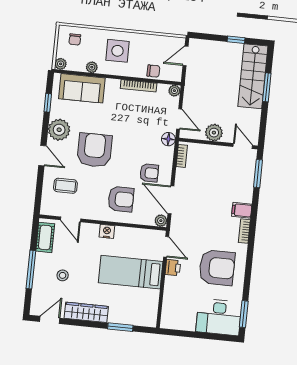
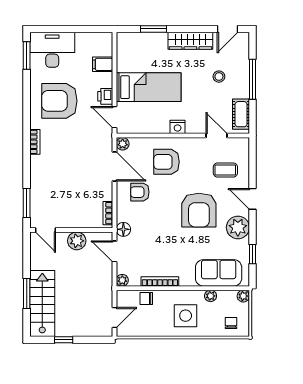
filing cabinet: (242, 210) -> (103, 64), moved, turned 180

